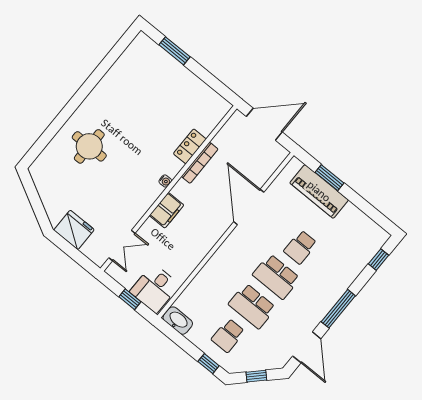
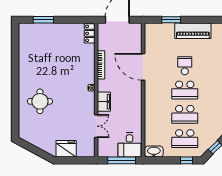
locker: (190, 146) -> (90, 33), moved
piano: (319, 191) -> (193, 31), moved
double door: (122, 245) -> (96, 126), moved
school desk: (300, 247) -> (185, 66), turned 180
window: (130, 299) -> (122, 160), width x2.17
school desk: (228, 335) -> (185, 139), width x1.85

